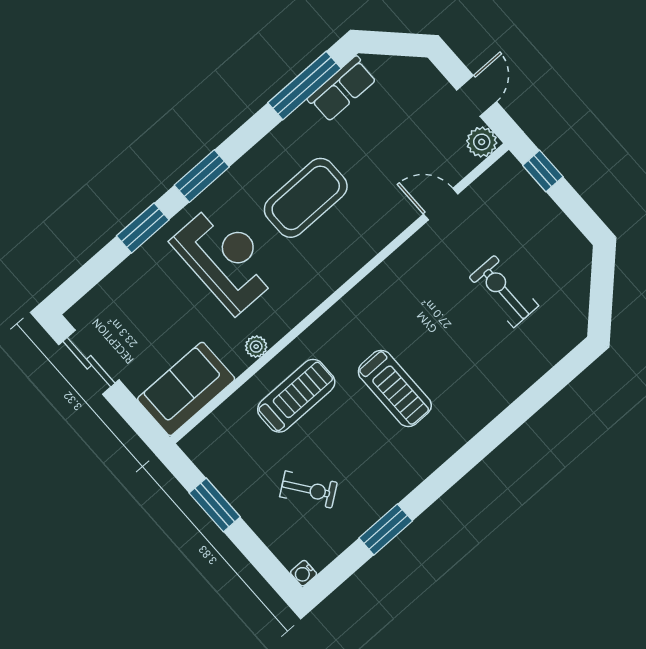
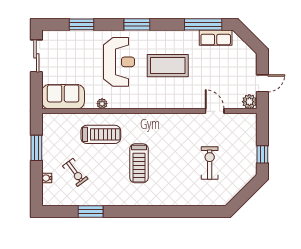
window: (543, 171) -> (262, 154), moved
window: (143, 228) -> (81, 24), moved
water cooler: (304, 573) -> (47, 178), moved

